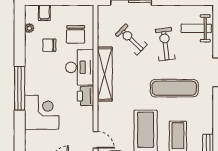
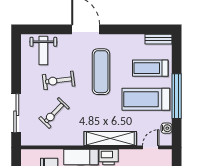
shelving: (105, 74) -> (110, 139), moved

